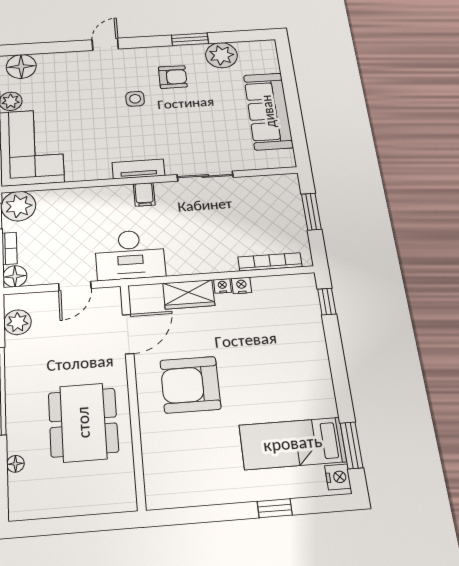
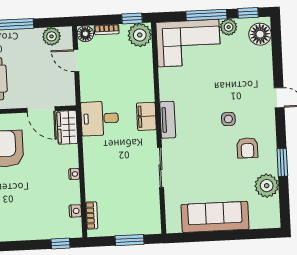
filing cabinet: (144, 194) -> (146, 116), width x2.00
desk: (130, 255) -> (100, 118), width x0.73
bookcase: (270, 262) -> (92, 215), width x0.64
nightstand: (242, 285) -> (75, 211), moved
door: (75, 286) -> (76, 61), moved
wardrobe: (189, 294) -> (67, 127), moved

